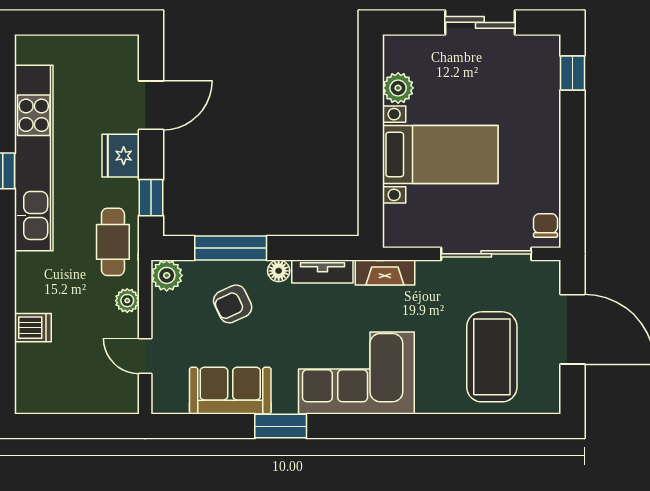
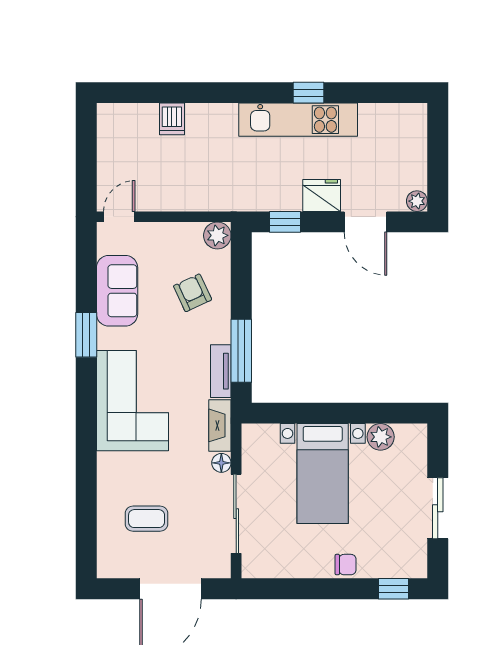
kitchen unit: (34, 158) -> (298, 120), width x0.73
chair: (545, 225) -> (346, 565), moved
cafe table: (113, 242) -> (247, 189), removed
window: (231, 248) -> (241, 351), moved
floor lamp: (279, 271) -> (221, 463), moved
plant: (127, 301) -> (417, 201), moved
door: (145, 356) -> (119, 217), moved
coffee table: (492, 357) -> (147, 519), width x0.54, depth x0.58

